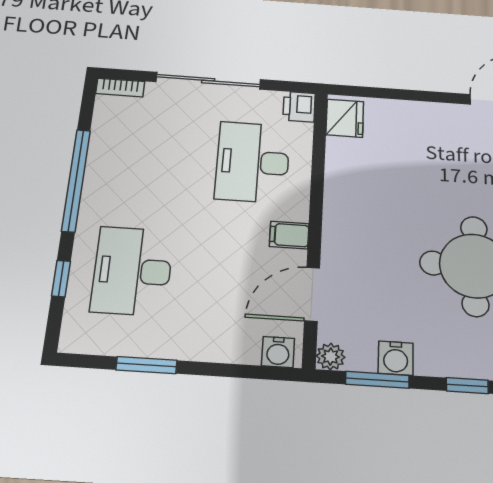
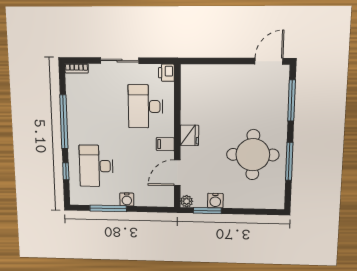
sliding door: (208, 81) -> (119, 61), width x0.73
fridge: (345, 118) -> (189, 135), moved
water cooler: (278, 352) -> (127, 199), moved
window: (146, 365) -> (108, 208), width x1.44
window: (467, 386) -> (247, 211), removed

